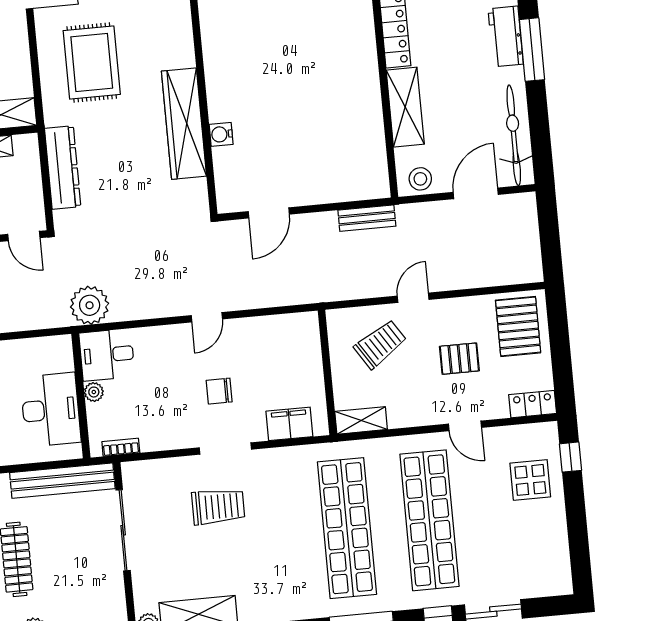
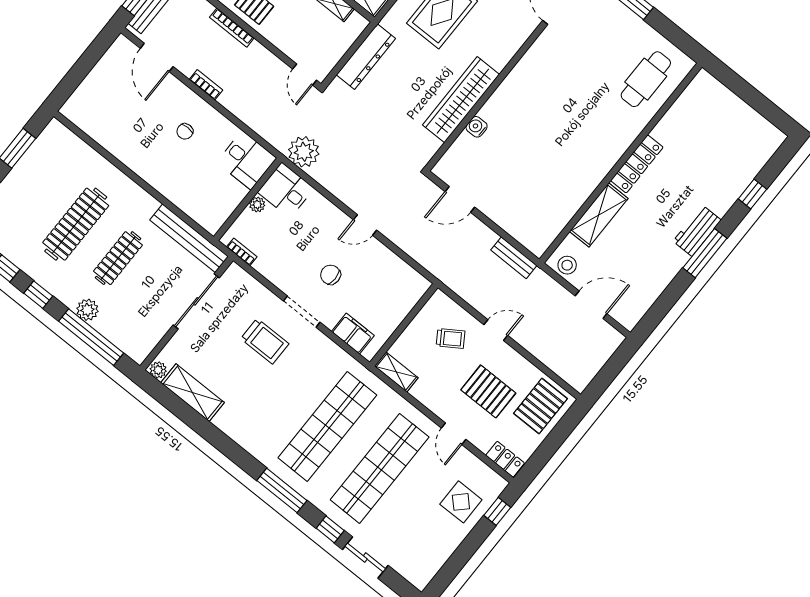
bicycle: (514, 135) -> (646, 293), removed
trolley: (380, 344) -> (451, 338), width x0.73, depth x0.72
pallet: (459, 359) -> (488, 391), width x1.50, depth x1.42
desk: (51, 410) -> (247, 160), moved, width x0.73

